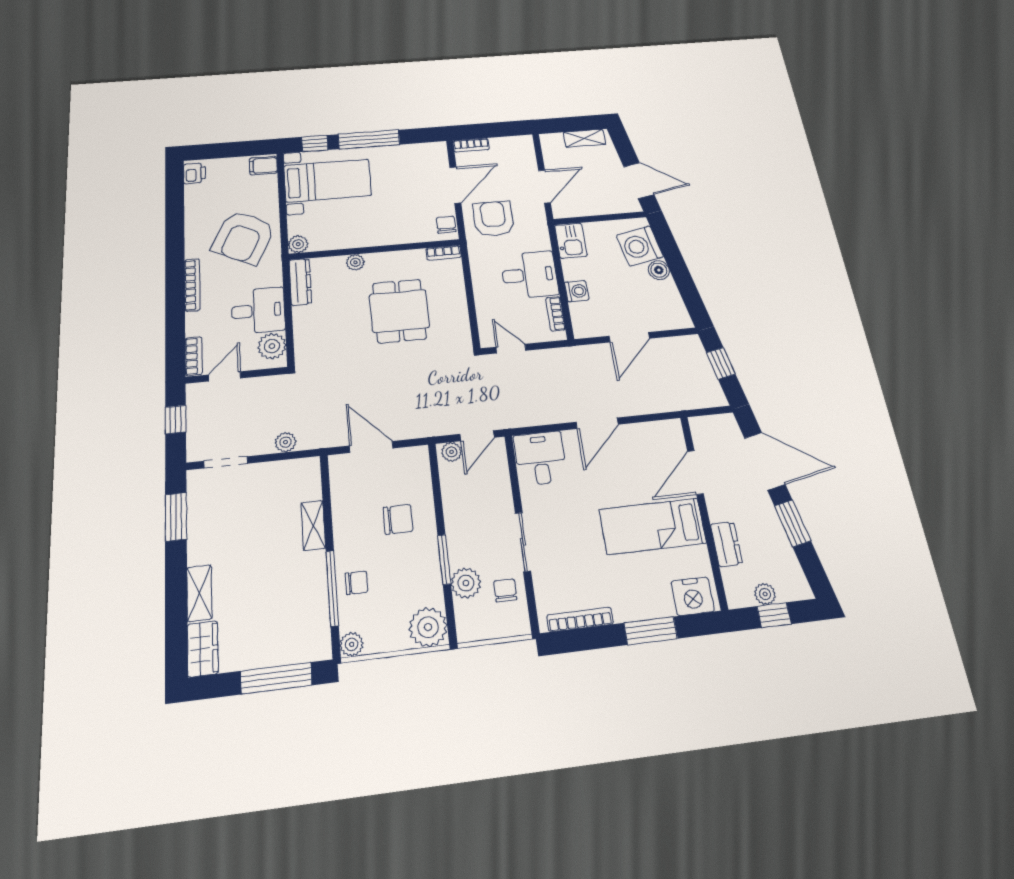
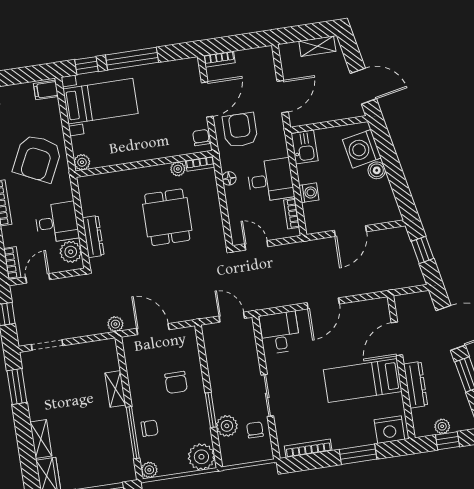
plant: (355, 262) -> (178, 169), moved
floor lamp: (479, 270) -> (229, 178), added
dresser: (300, 282) -> (93, 236), moved
door: (477, 436) -> (232, 317), swing flipped
plant: (286, 442) -> (115, 324), moved
plant: (452, 452) -> (213, 330), removed
chair: (398, 519) -> (176, 382), turned 90
dresser: (726, 544) -> (416, 385), width x1.44

